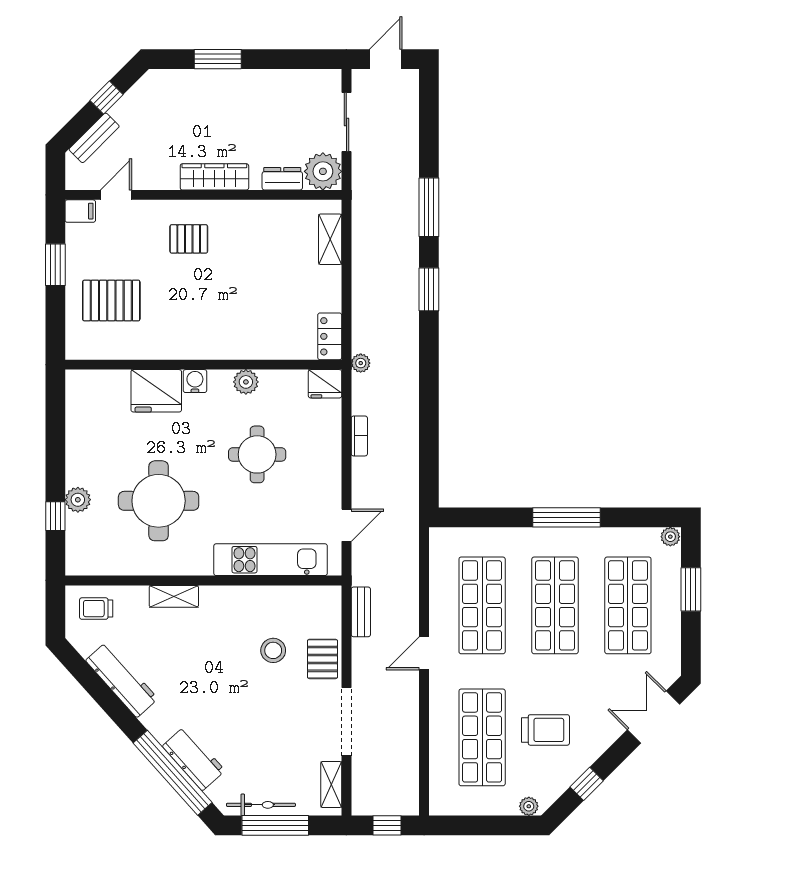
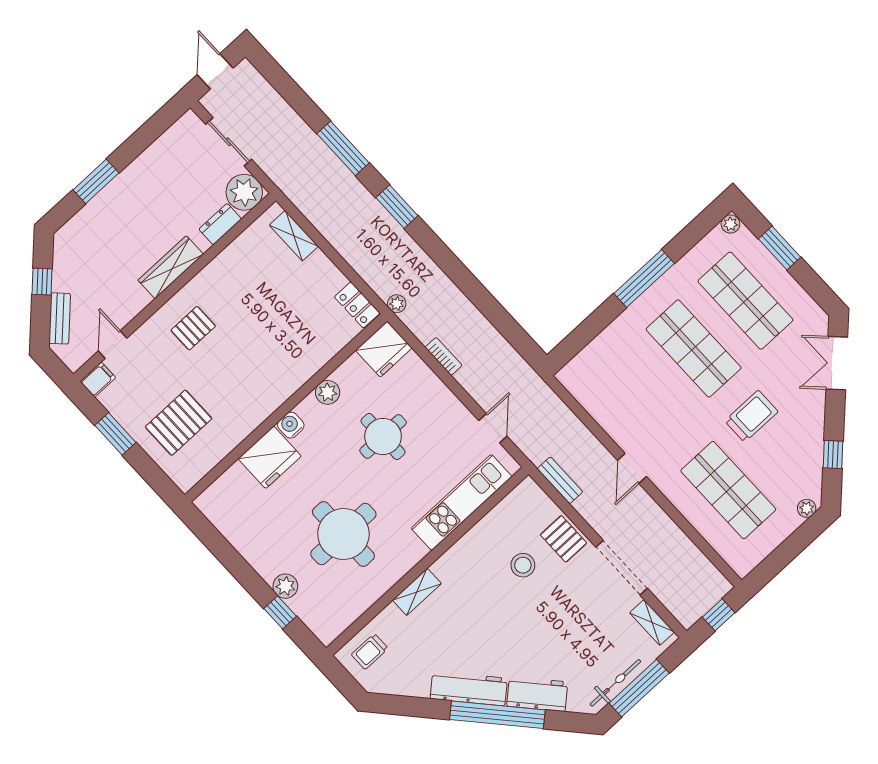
fridge: (325, 384) -> (384, 349), width x1.36, depth x1.34
shop shelf: (482, 605) -> (642, 396), removed
workbench: (122, 680) -> (469, 688), moved
trolley: (545, 730) -> (751, 416), moved
window: (172, 773) -> (497, 715), moved

